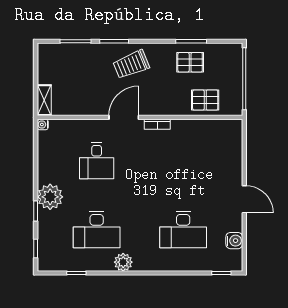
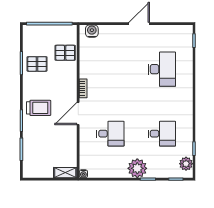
pallet: (190, 62) -> (37, 64), turned 90
trolley: (131, 64) -> (39, 108), turned -68
pallet: (205, 100) -> (65, 53), turned 90
door: (124, 117) -> (78, 113), hinge flipped
desk: (97, 230) -> (162, 134), width x0.73
water cooler: (234, 241) -> (92, 31), moved
plant: (123, 262) -> (186, 164), moved

